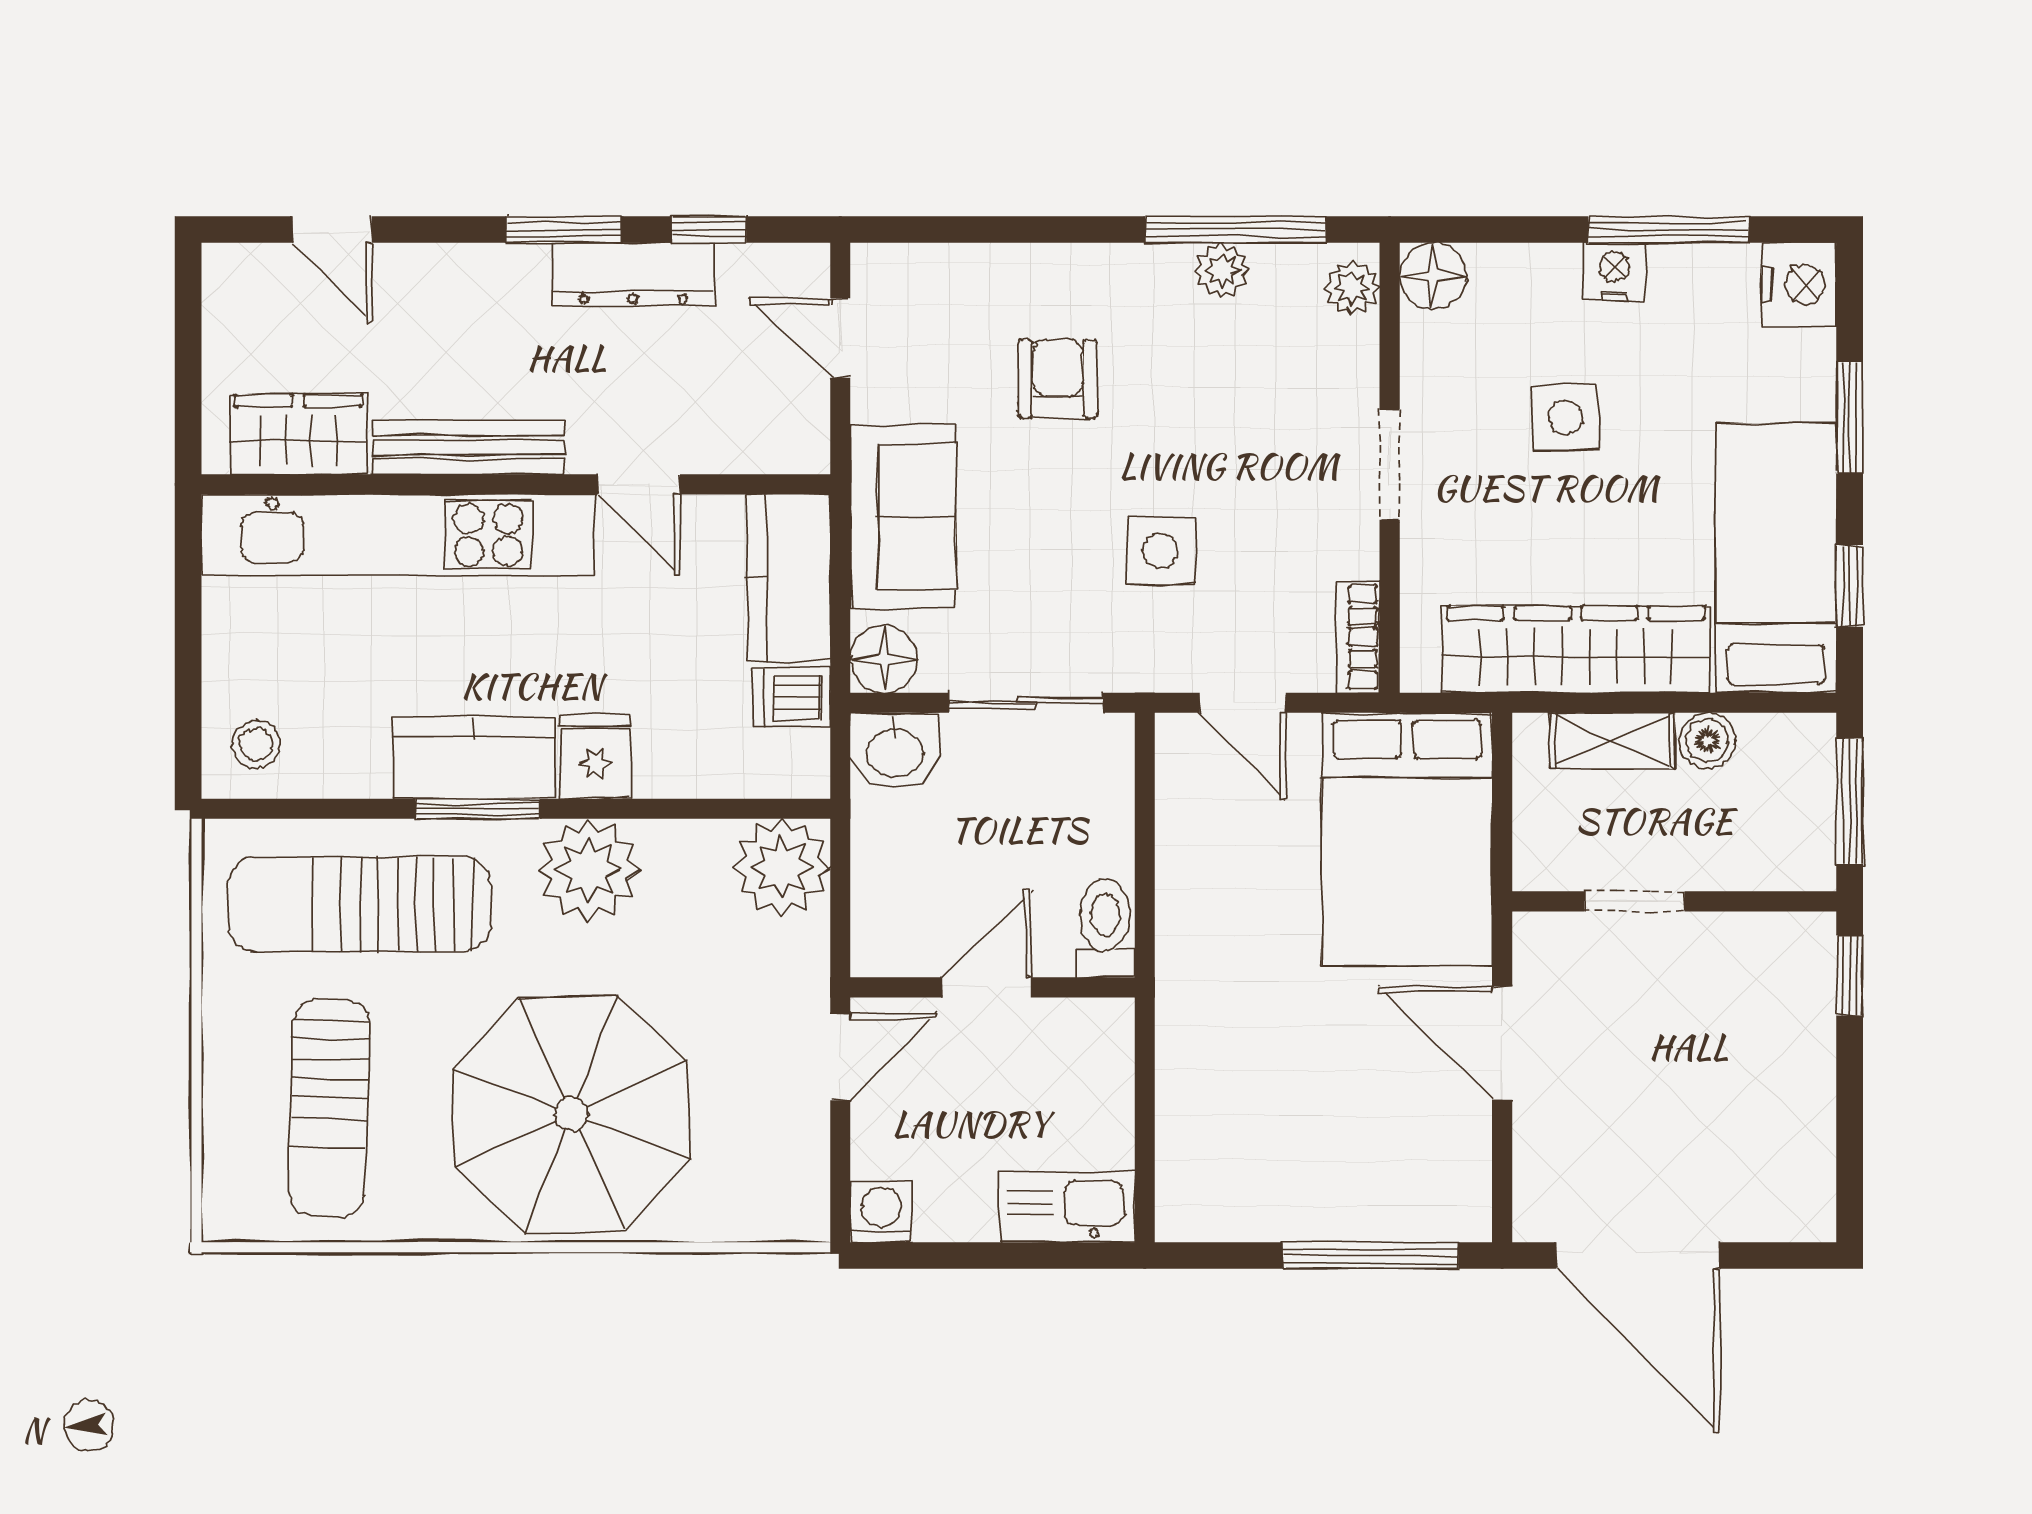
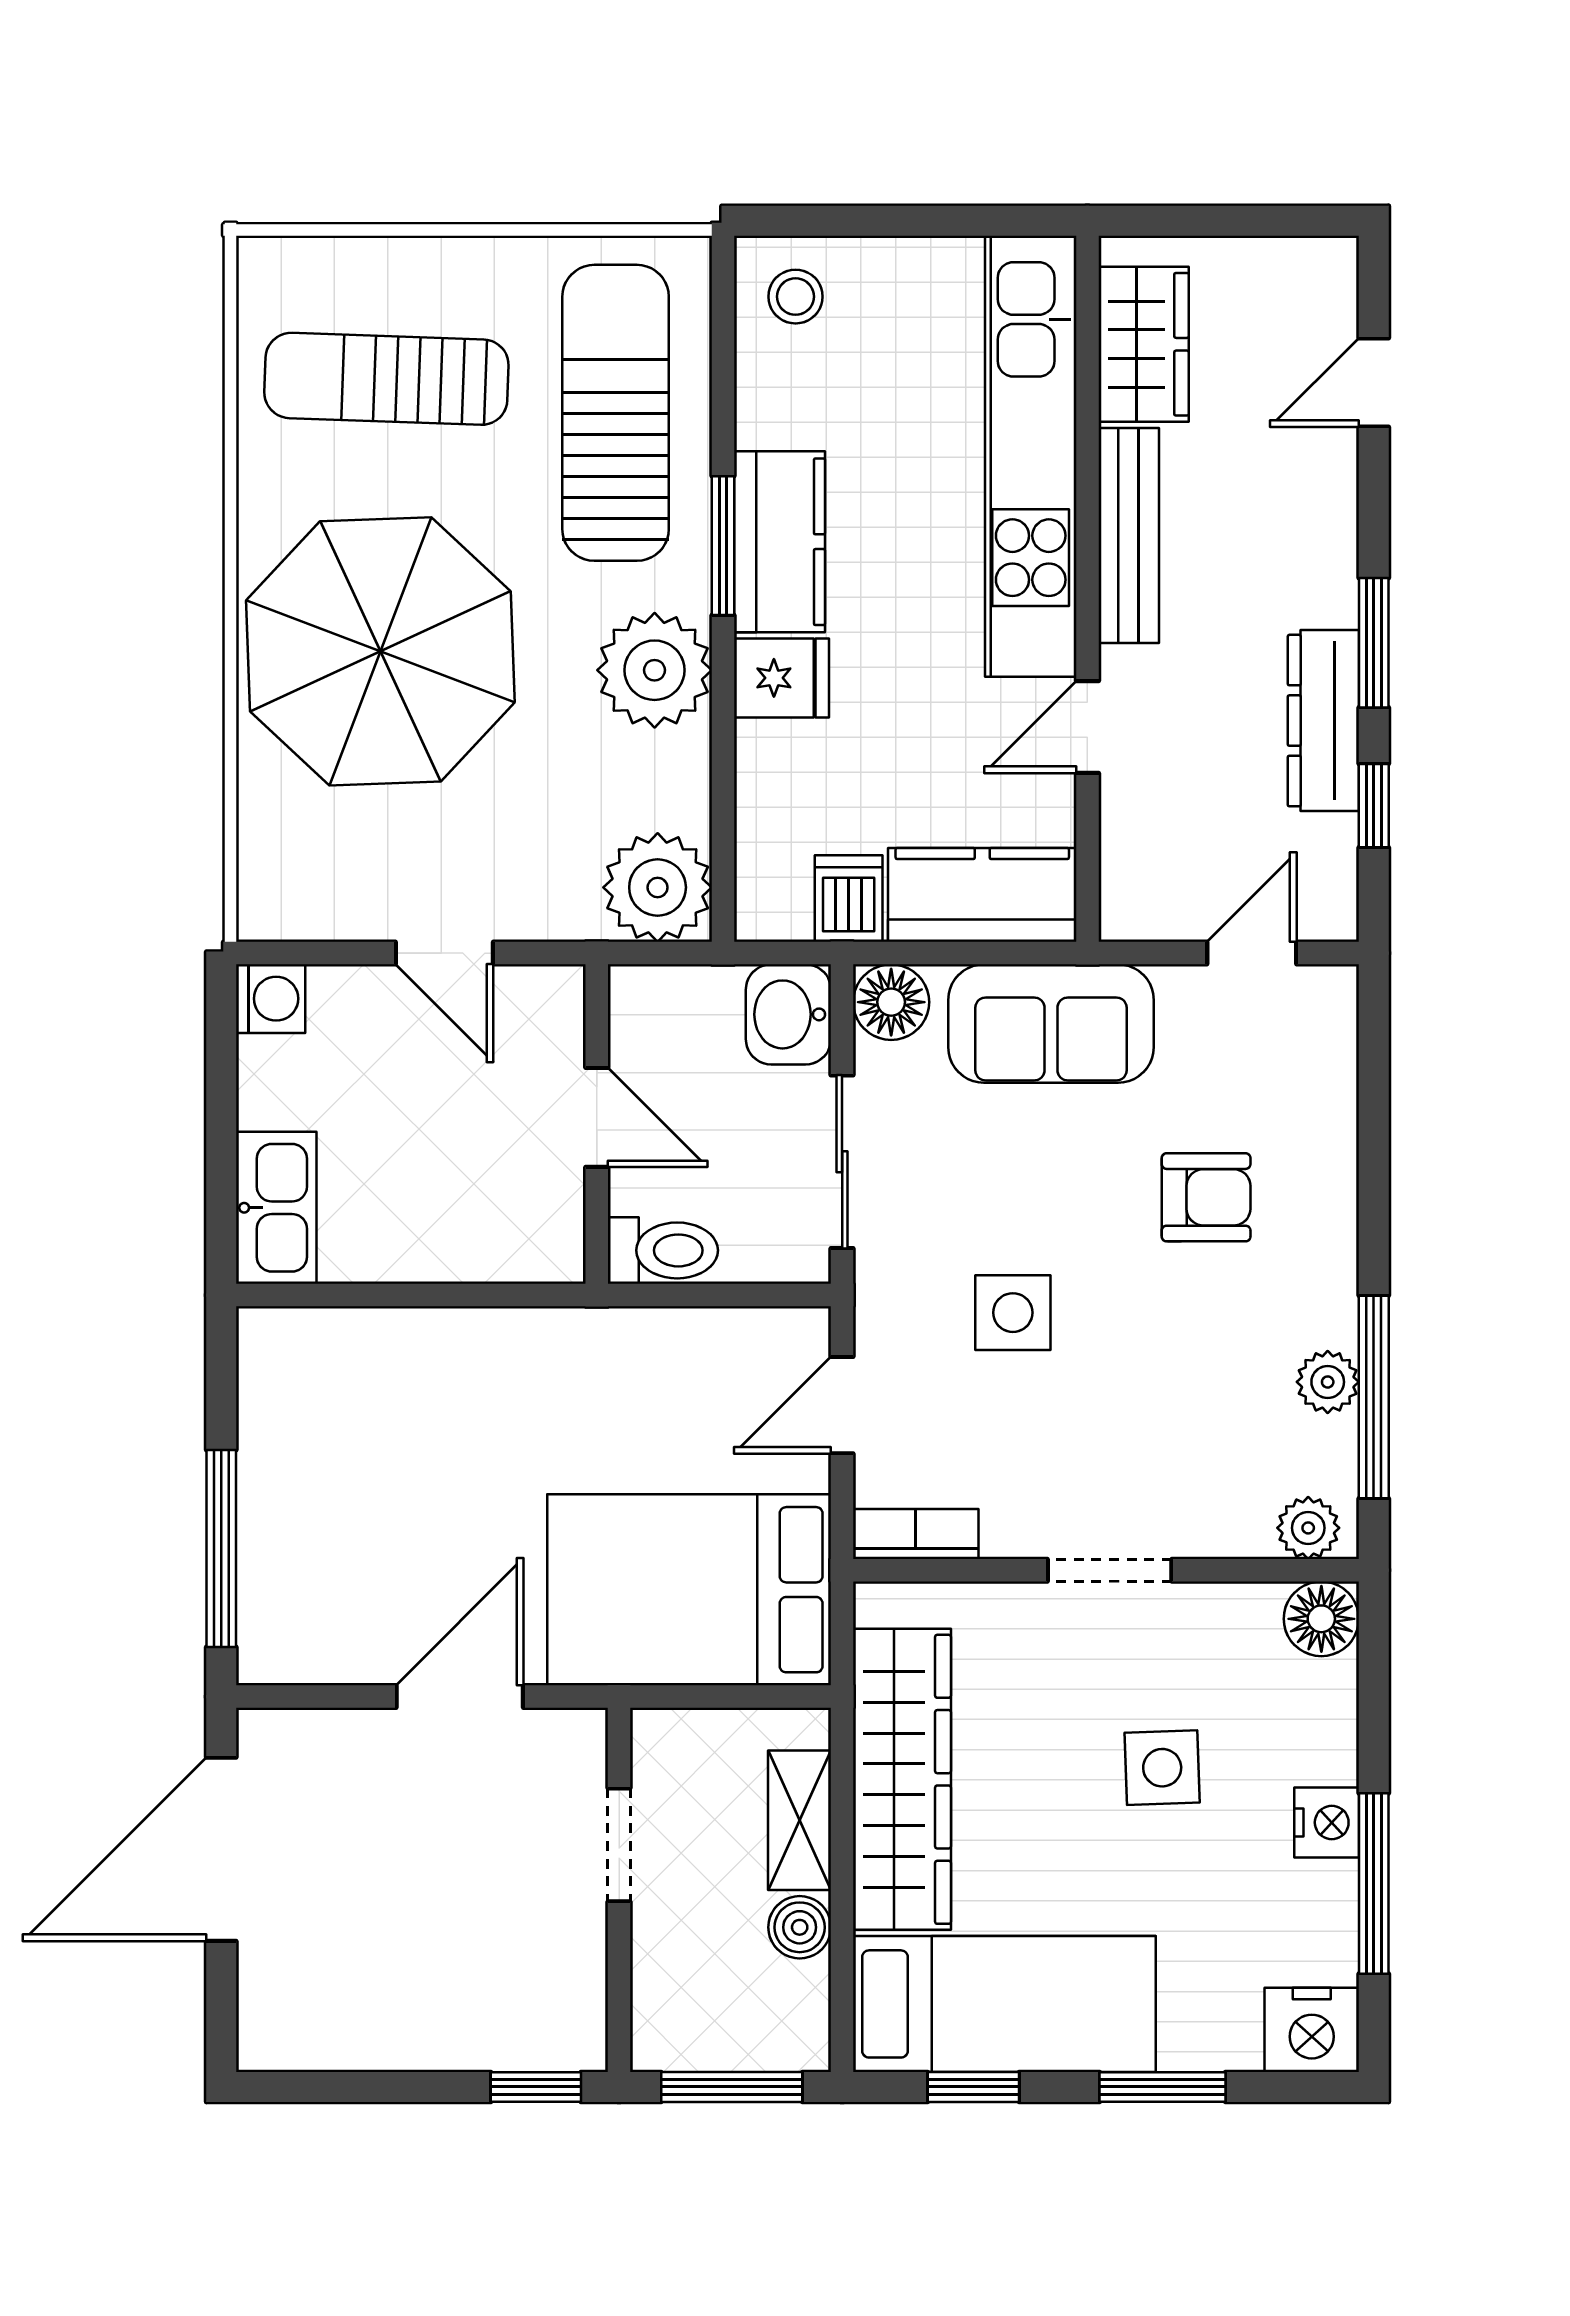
toilet: (1105, 929) -> (663, 1250), moved
door: (987, 987) -> (597, 1117), moved
wall: (992, 987) -> (597, 1124), moved

